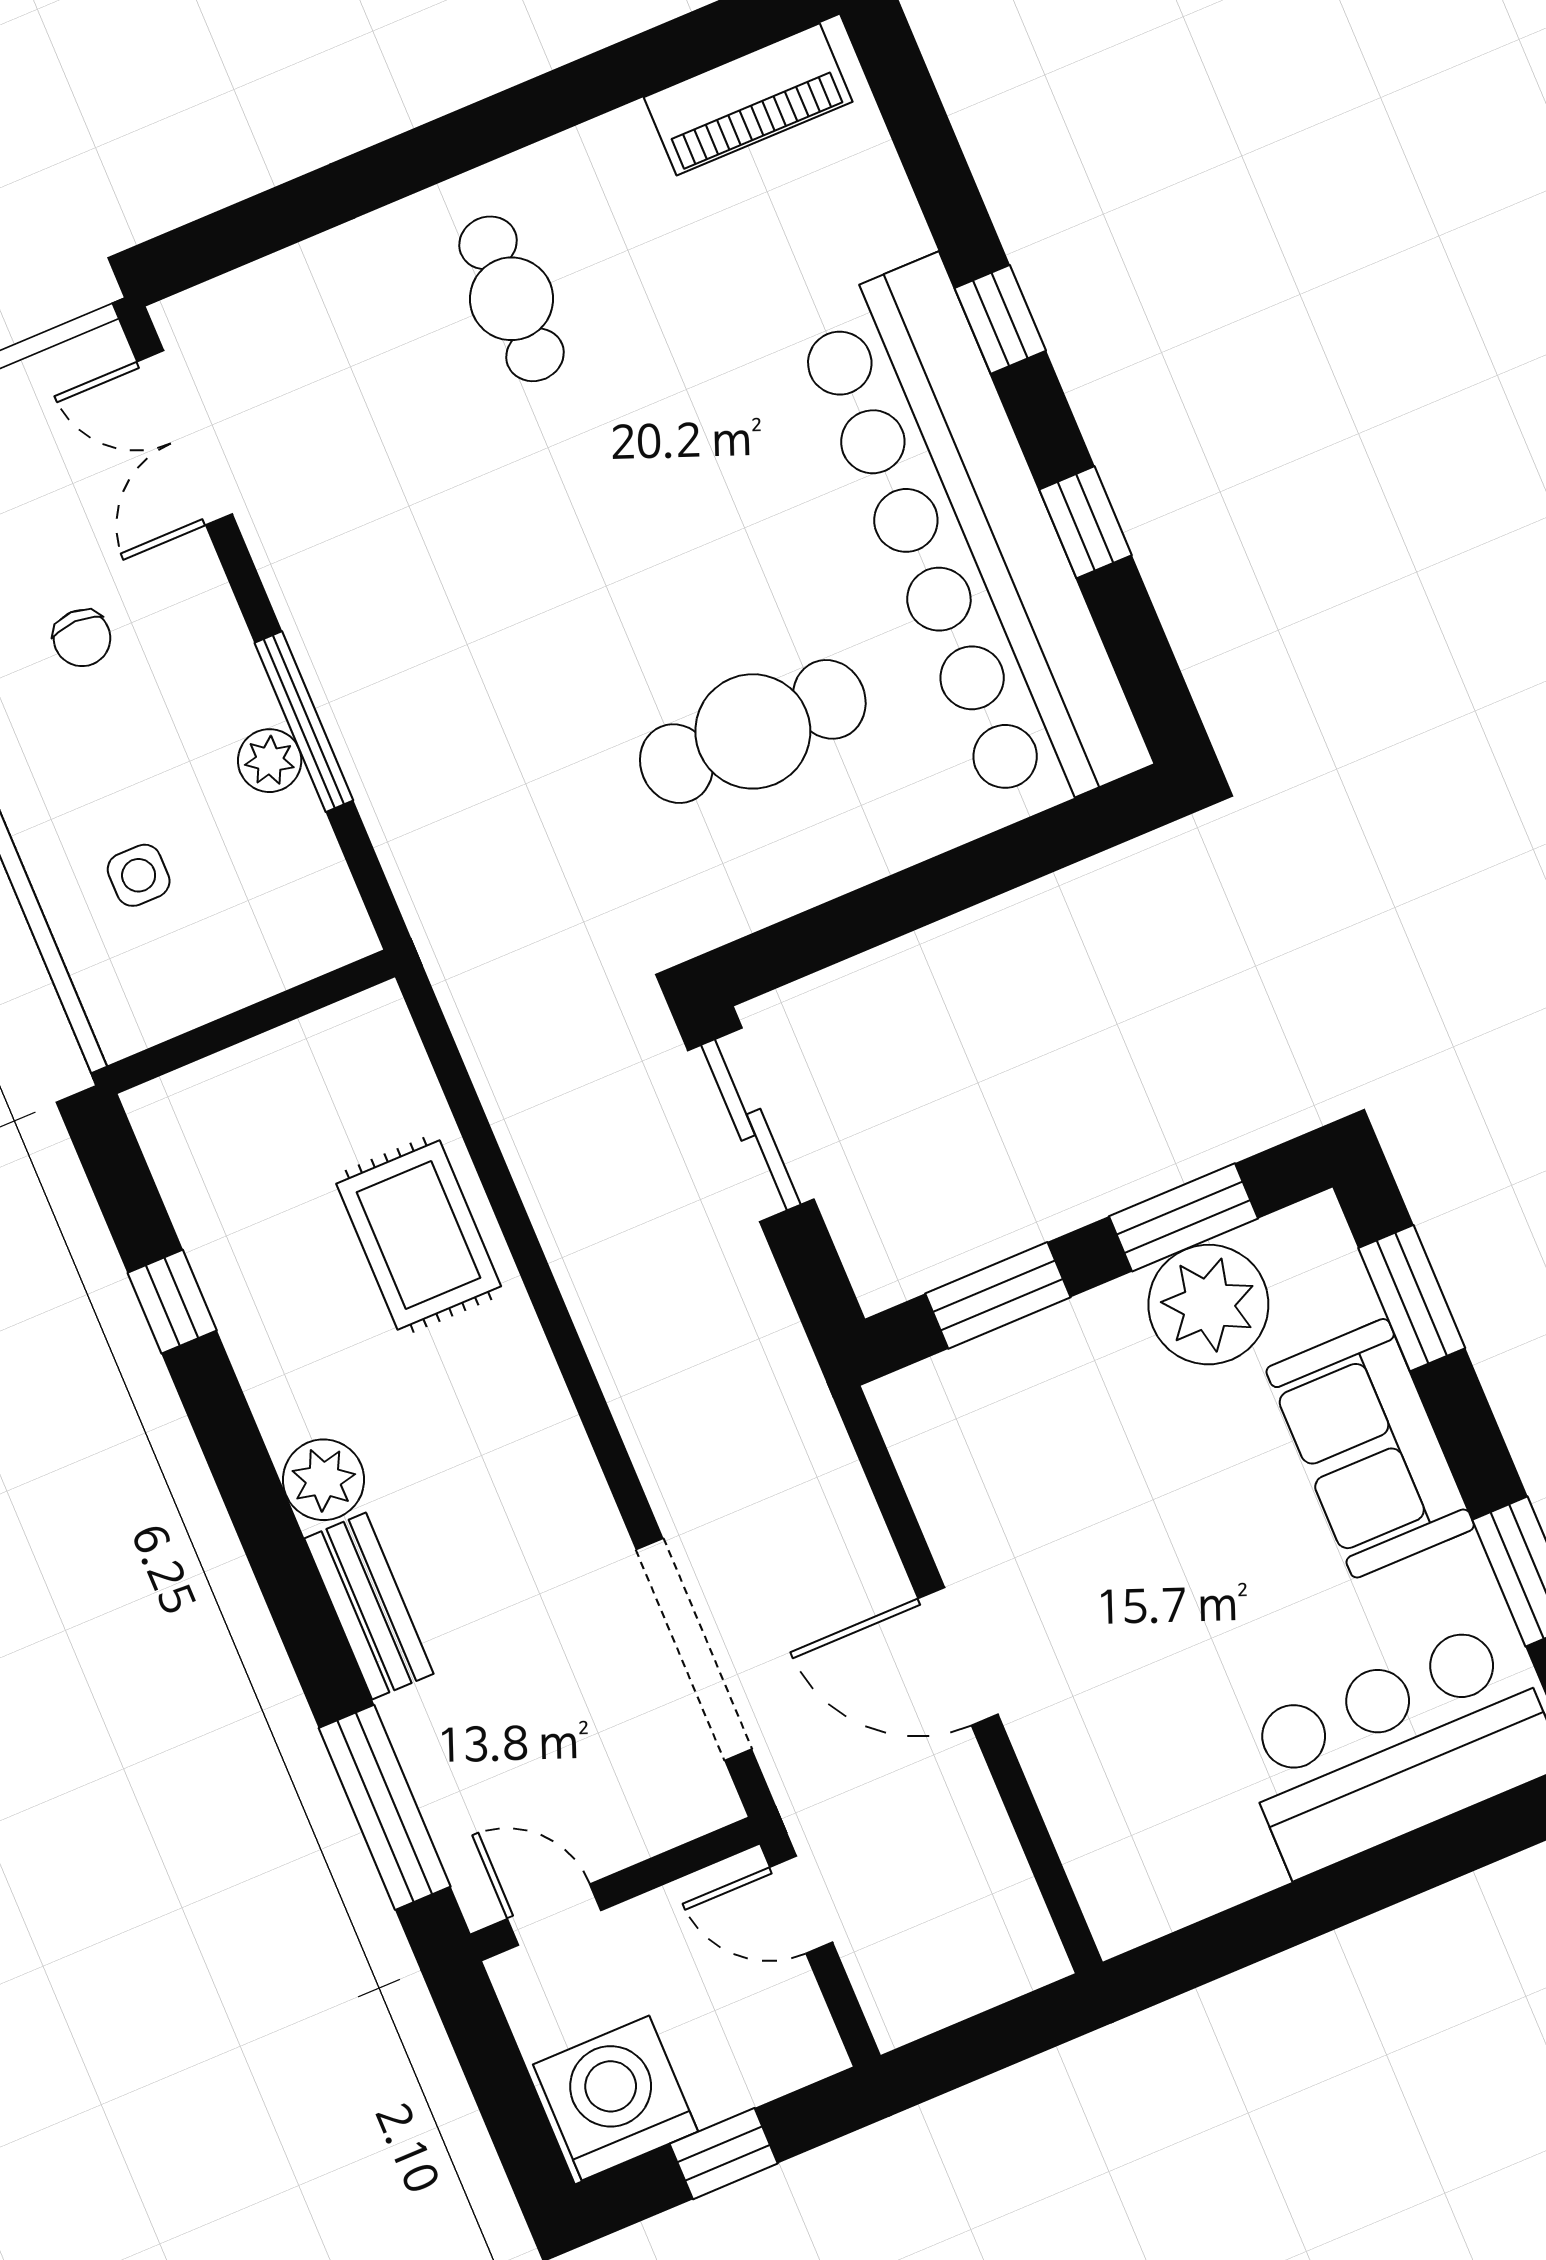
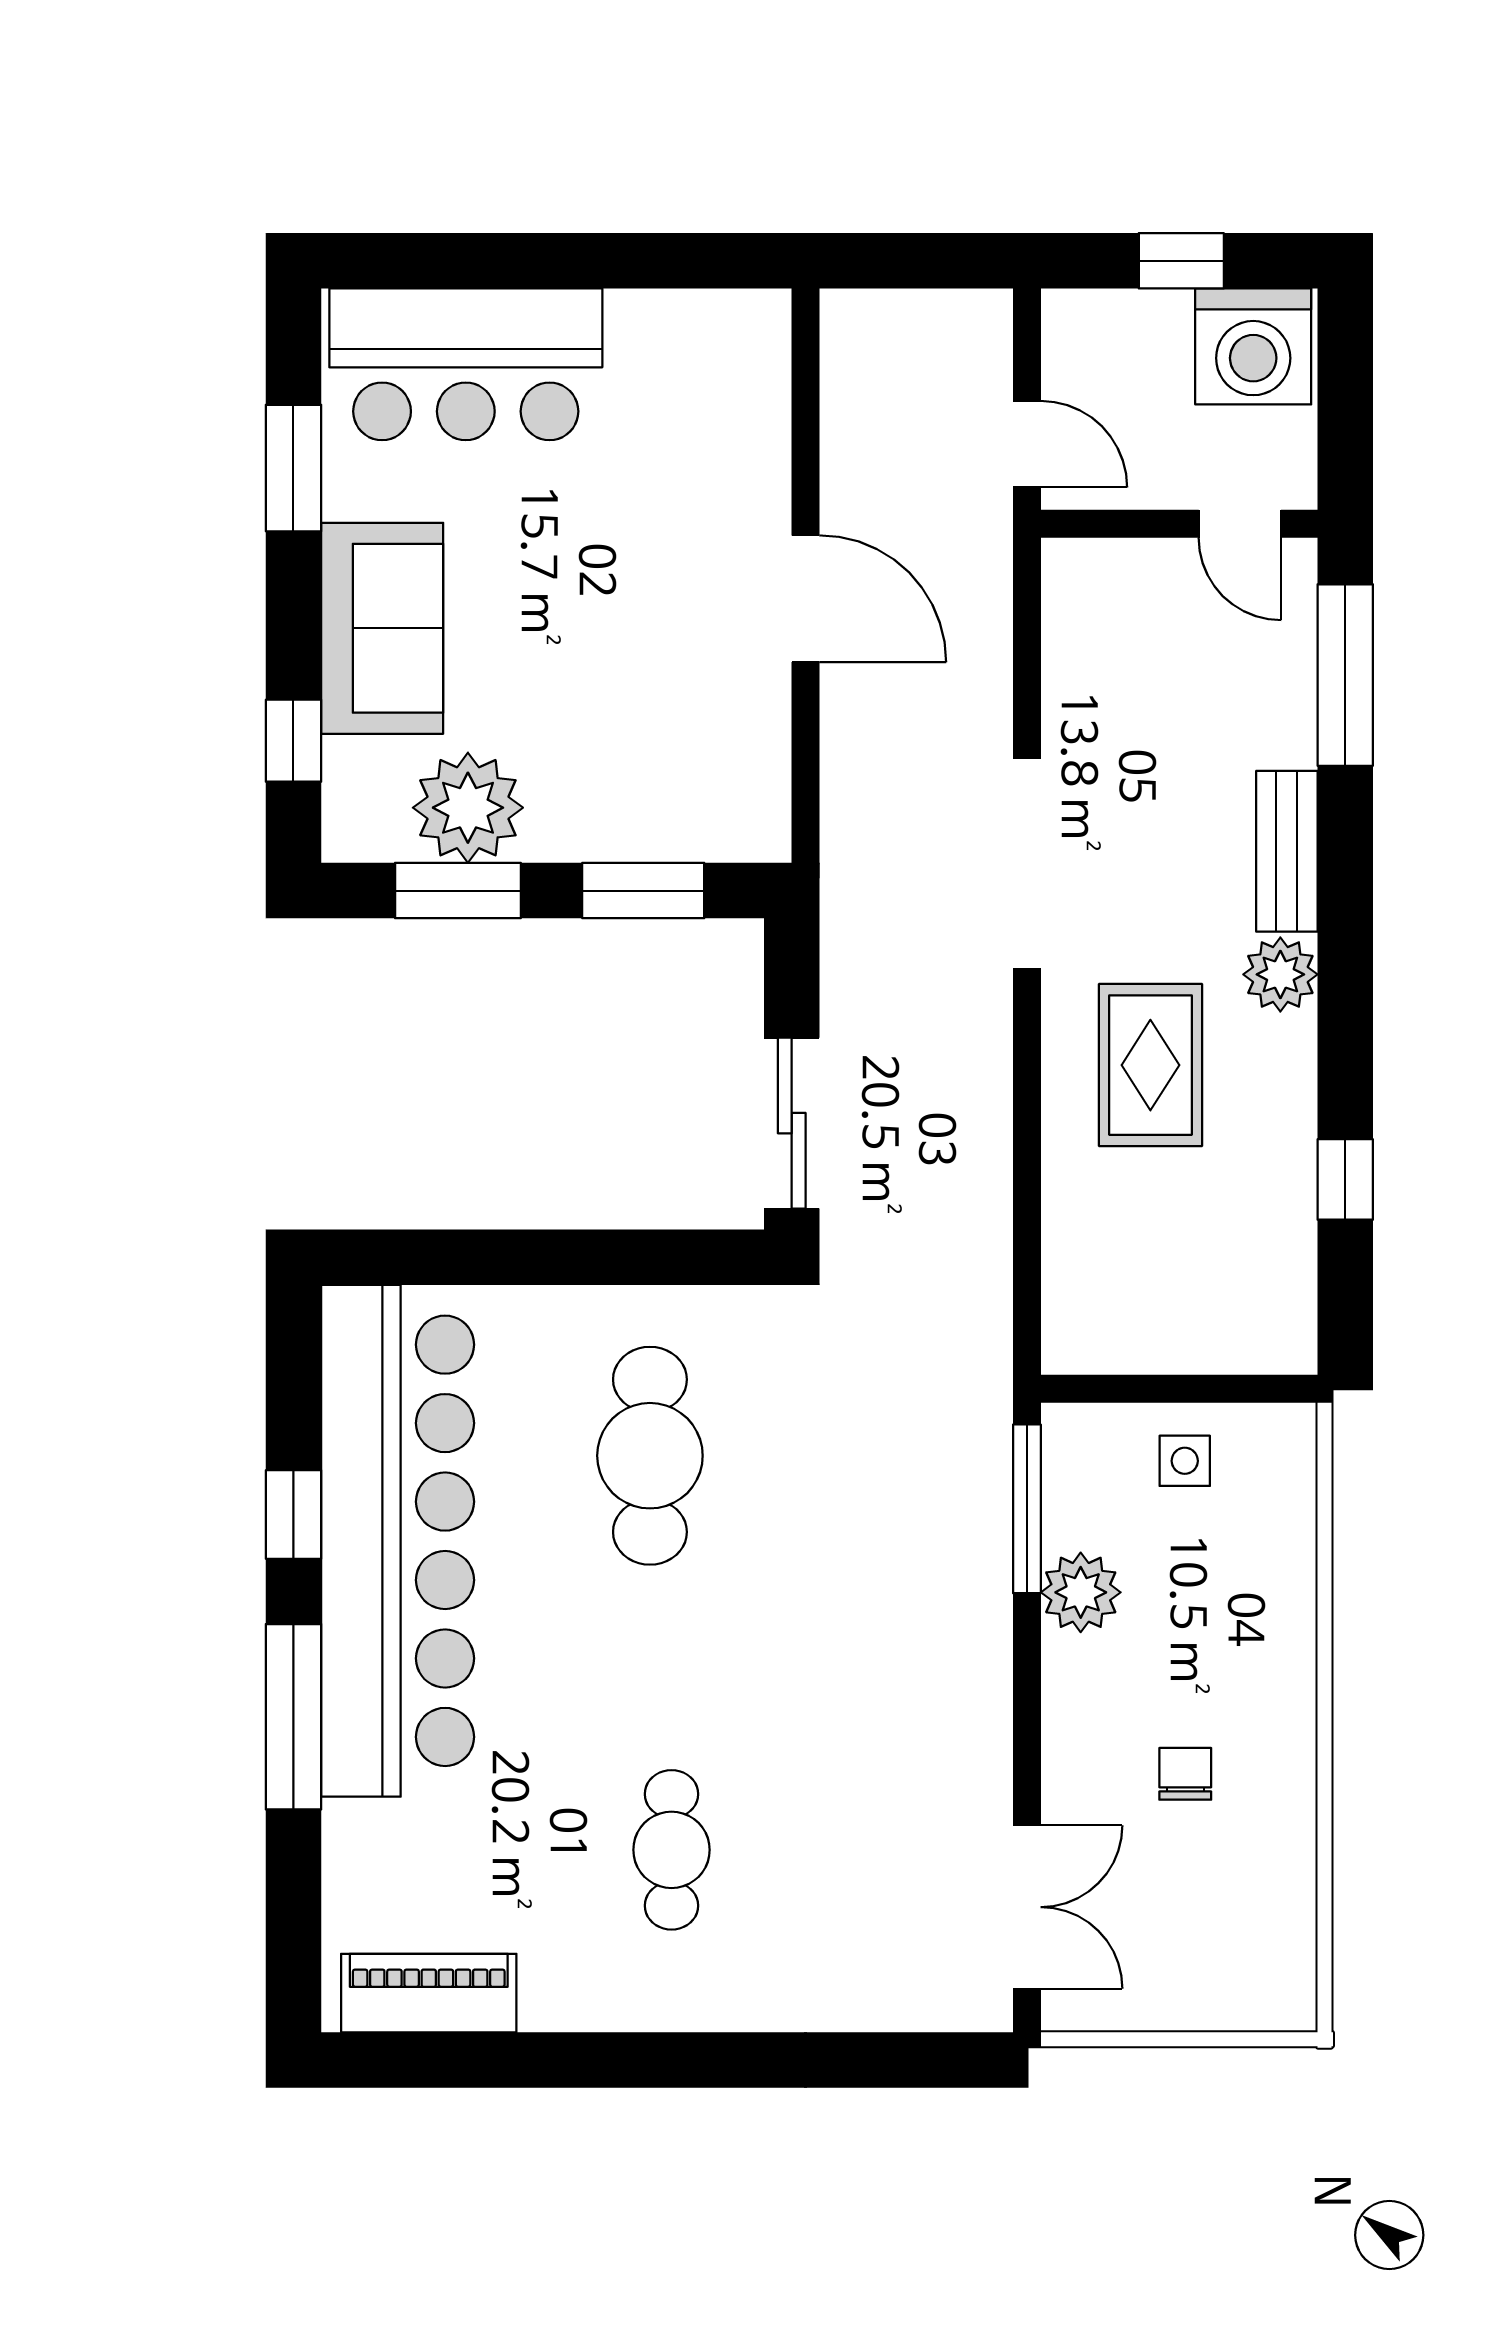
cafe table: (512, 299) -> (671, 1850), moved
window: (1000, 319) -> (293, 1717), width x2.17
window: (304, 722) -> (1027, 1509), moved
cafe table: (753, 731) -> (650, 1456), turned 90
plant: (270, 761) -> (1081, 1592), width x1.38, depth x1.38
side table: (139, 875) -> (1185, 1461), moved
rug: (419, 1235) -> (1150, 1065), moved
window: (1412, 1298) -> (293, 741), width x0.67
doorway: (694, 1649) -> (1027, 864), moved

